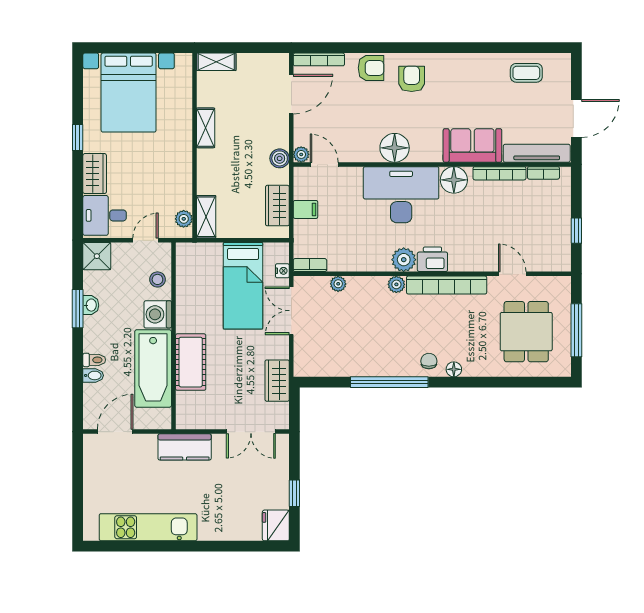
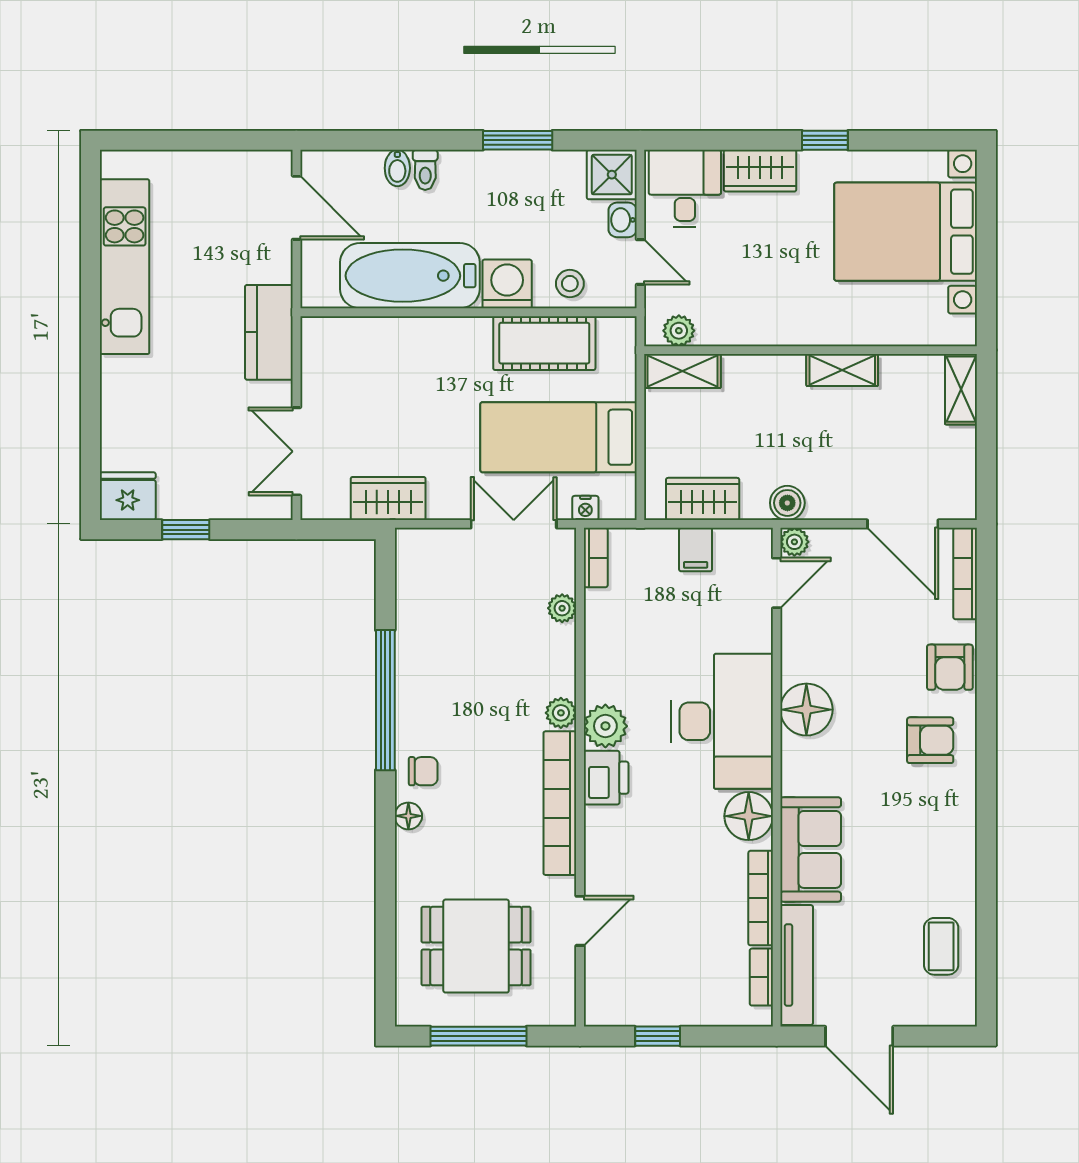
washbasin: (91, 305) -> (623, 220), moved, turned 90
cot: (191, 362) -> (544, 343), moved

